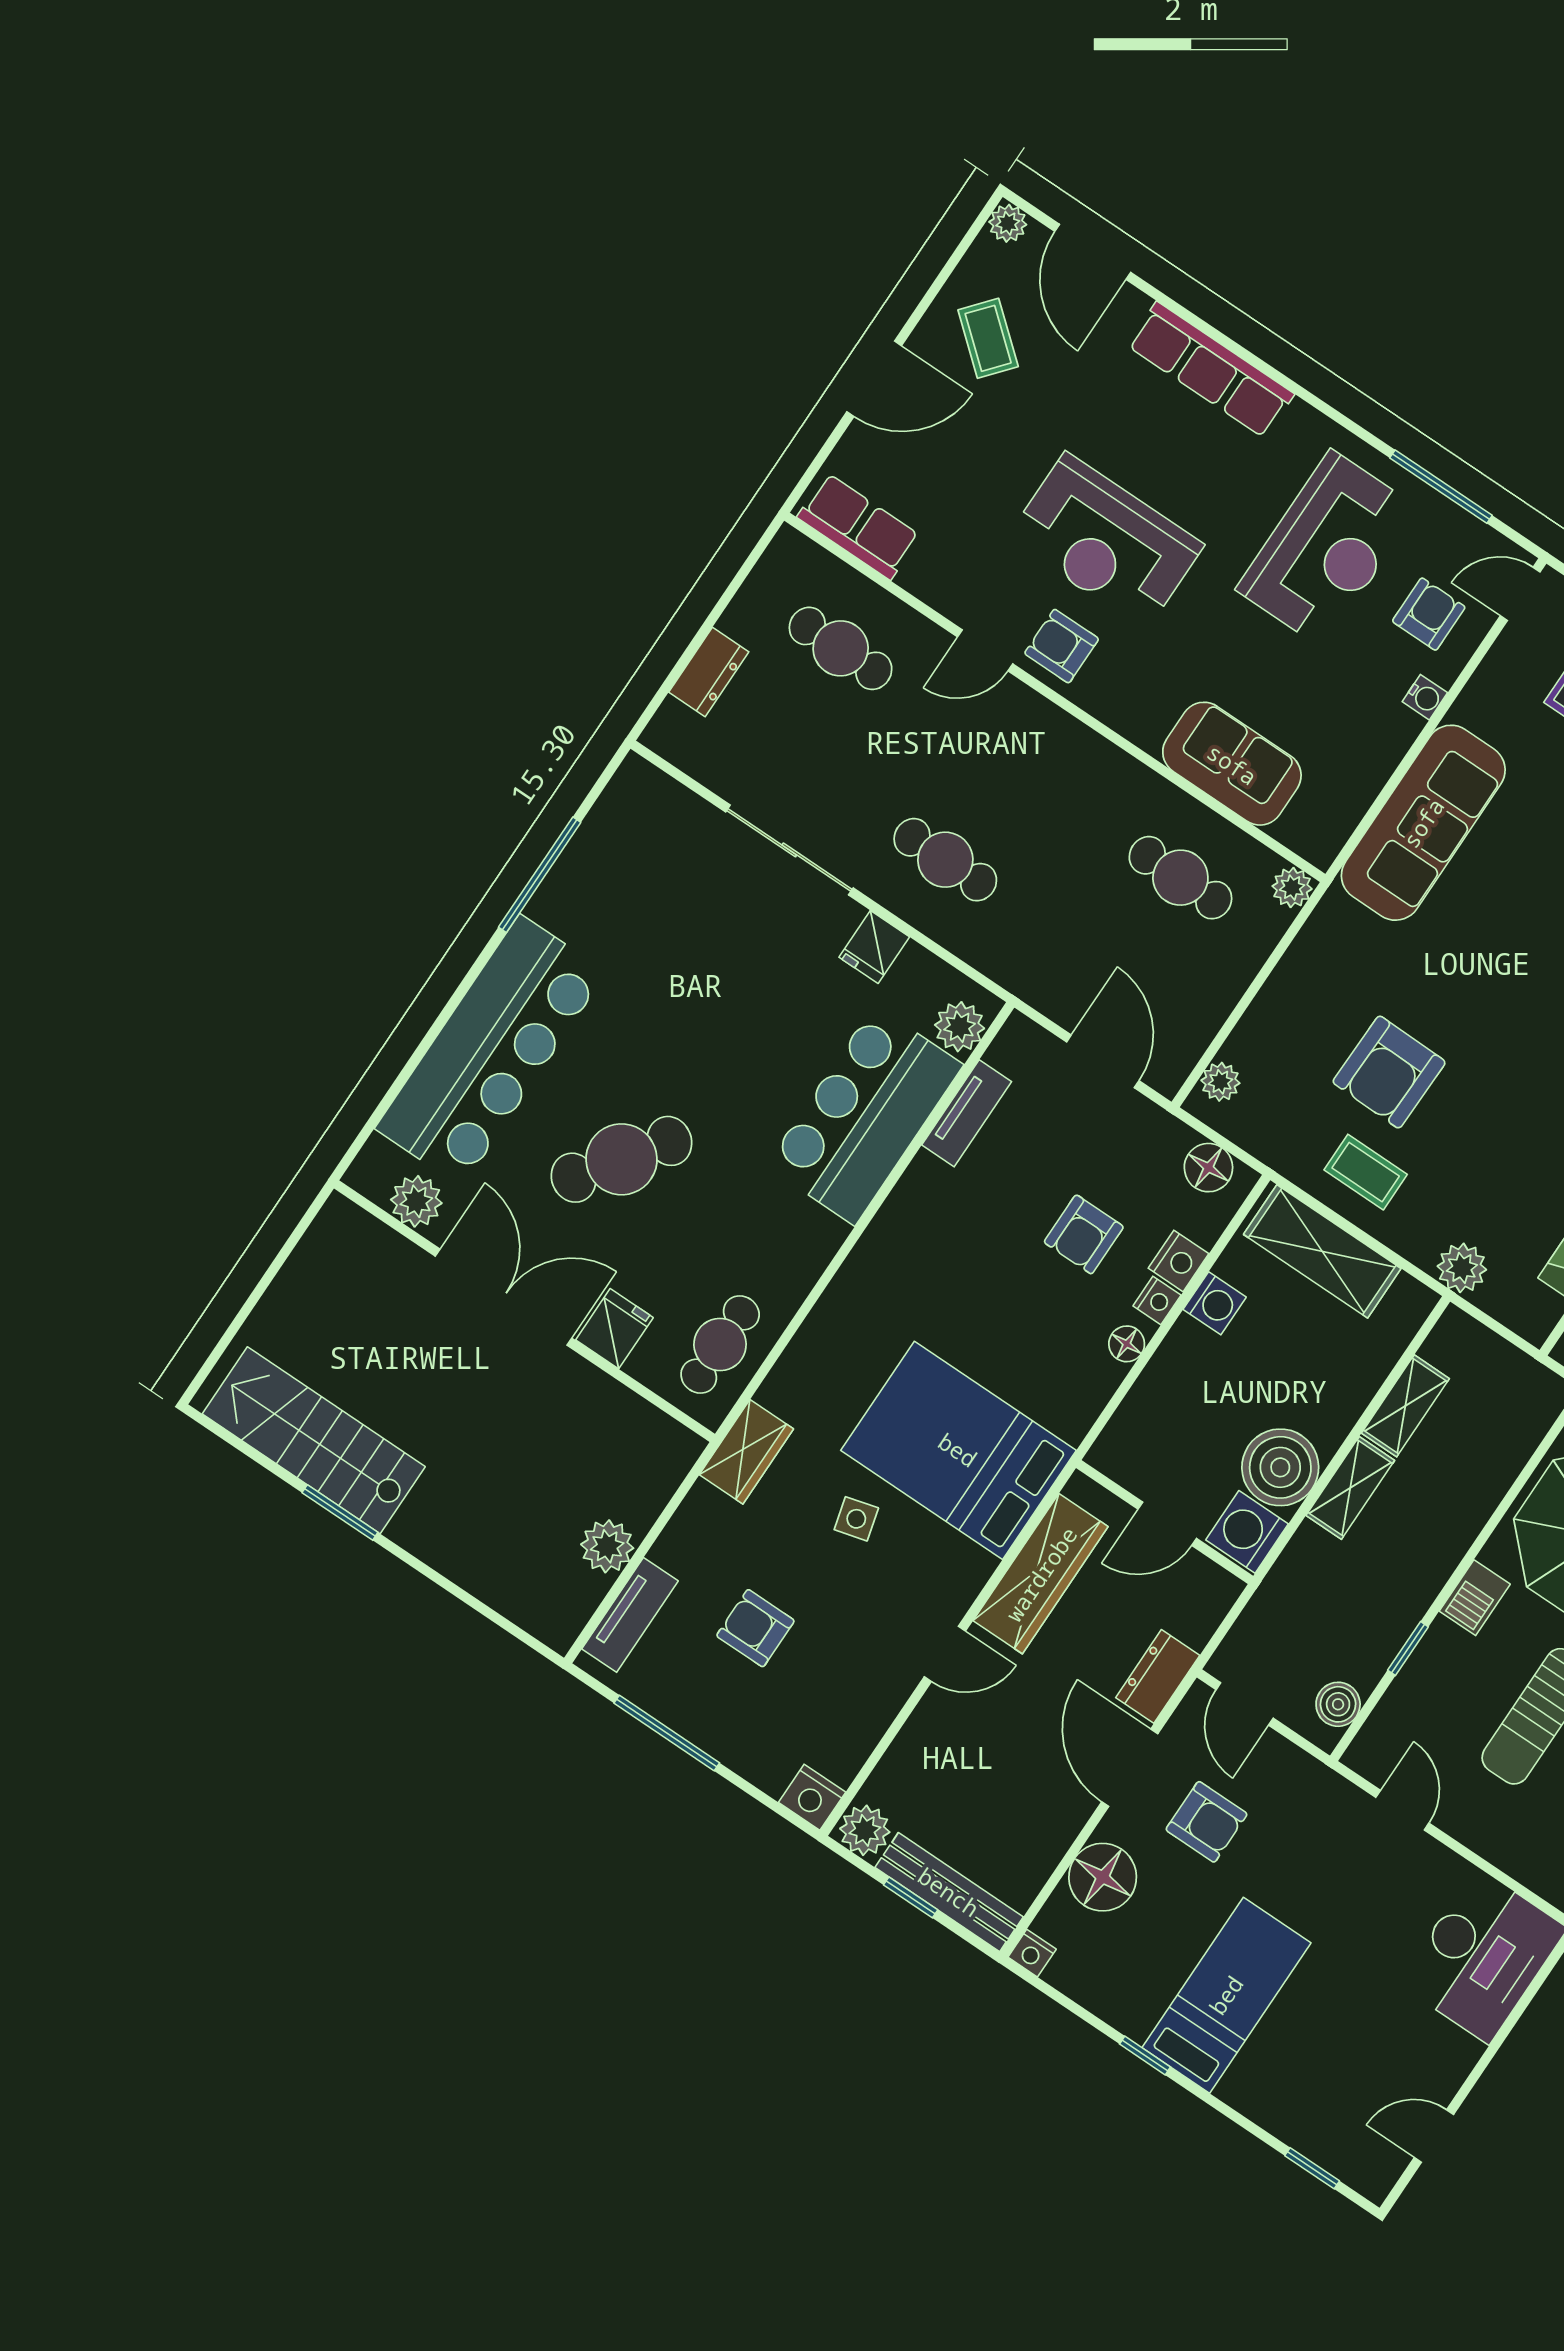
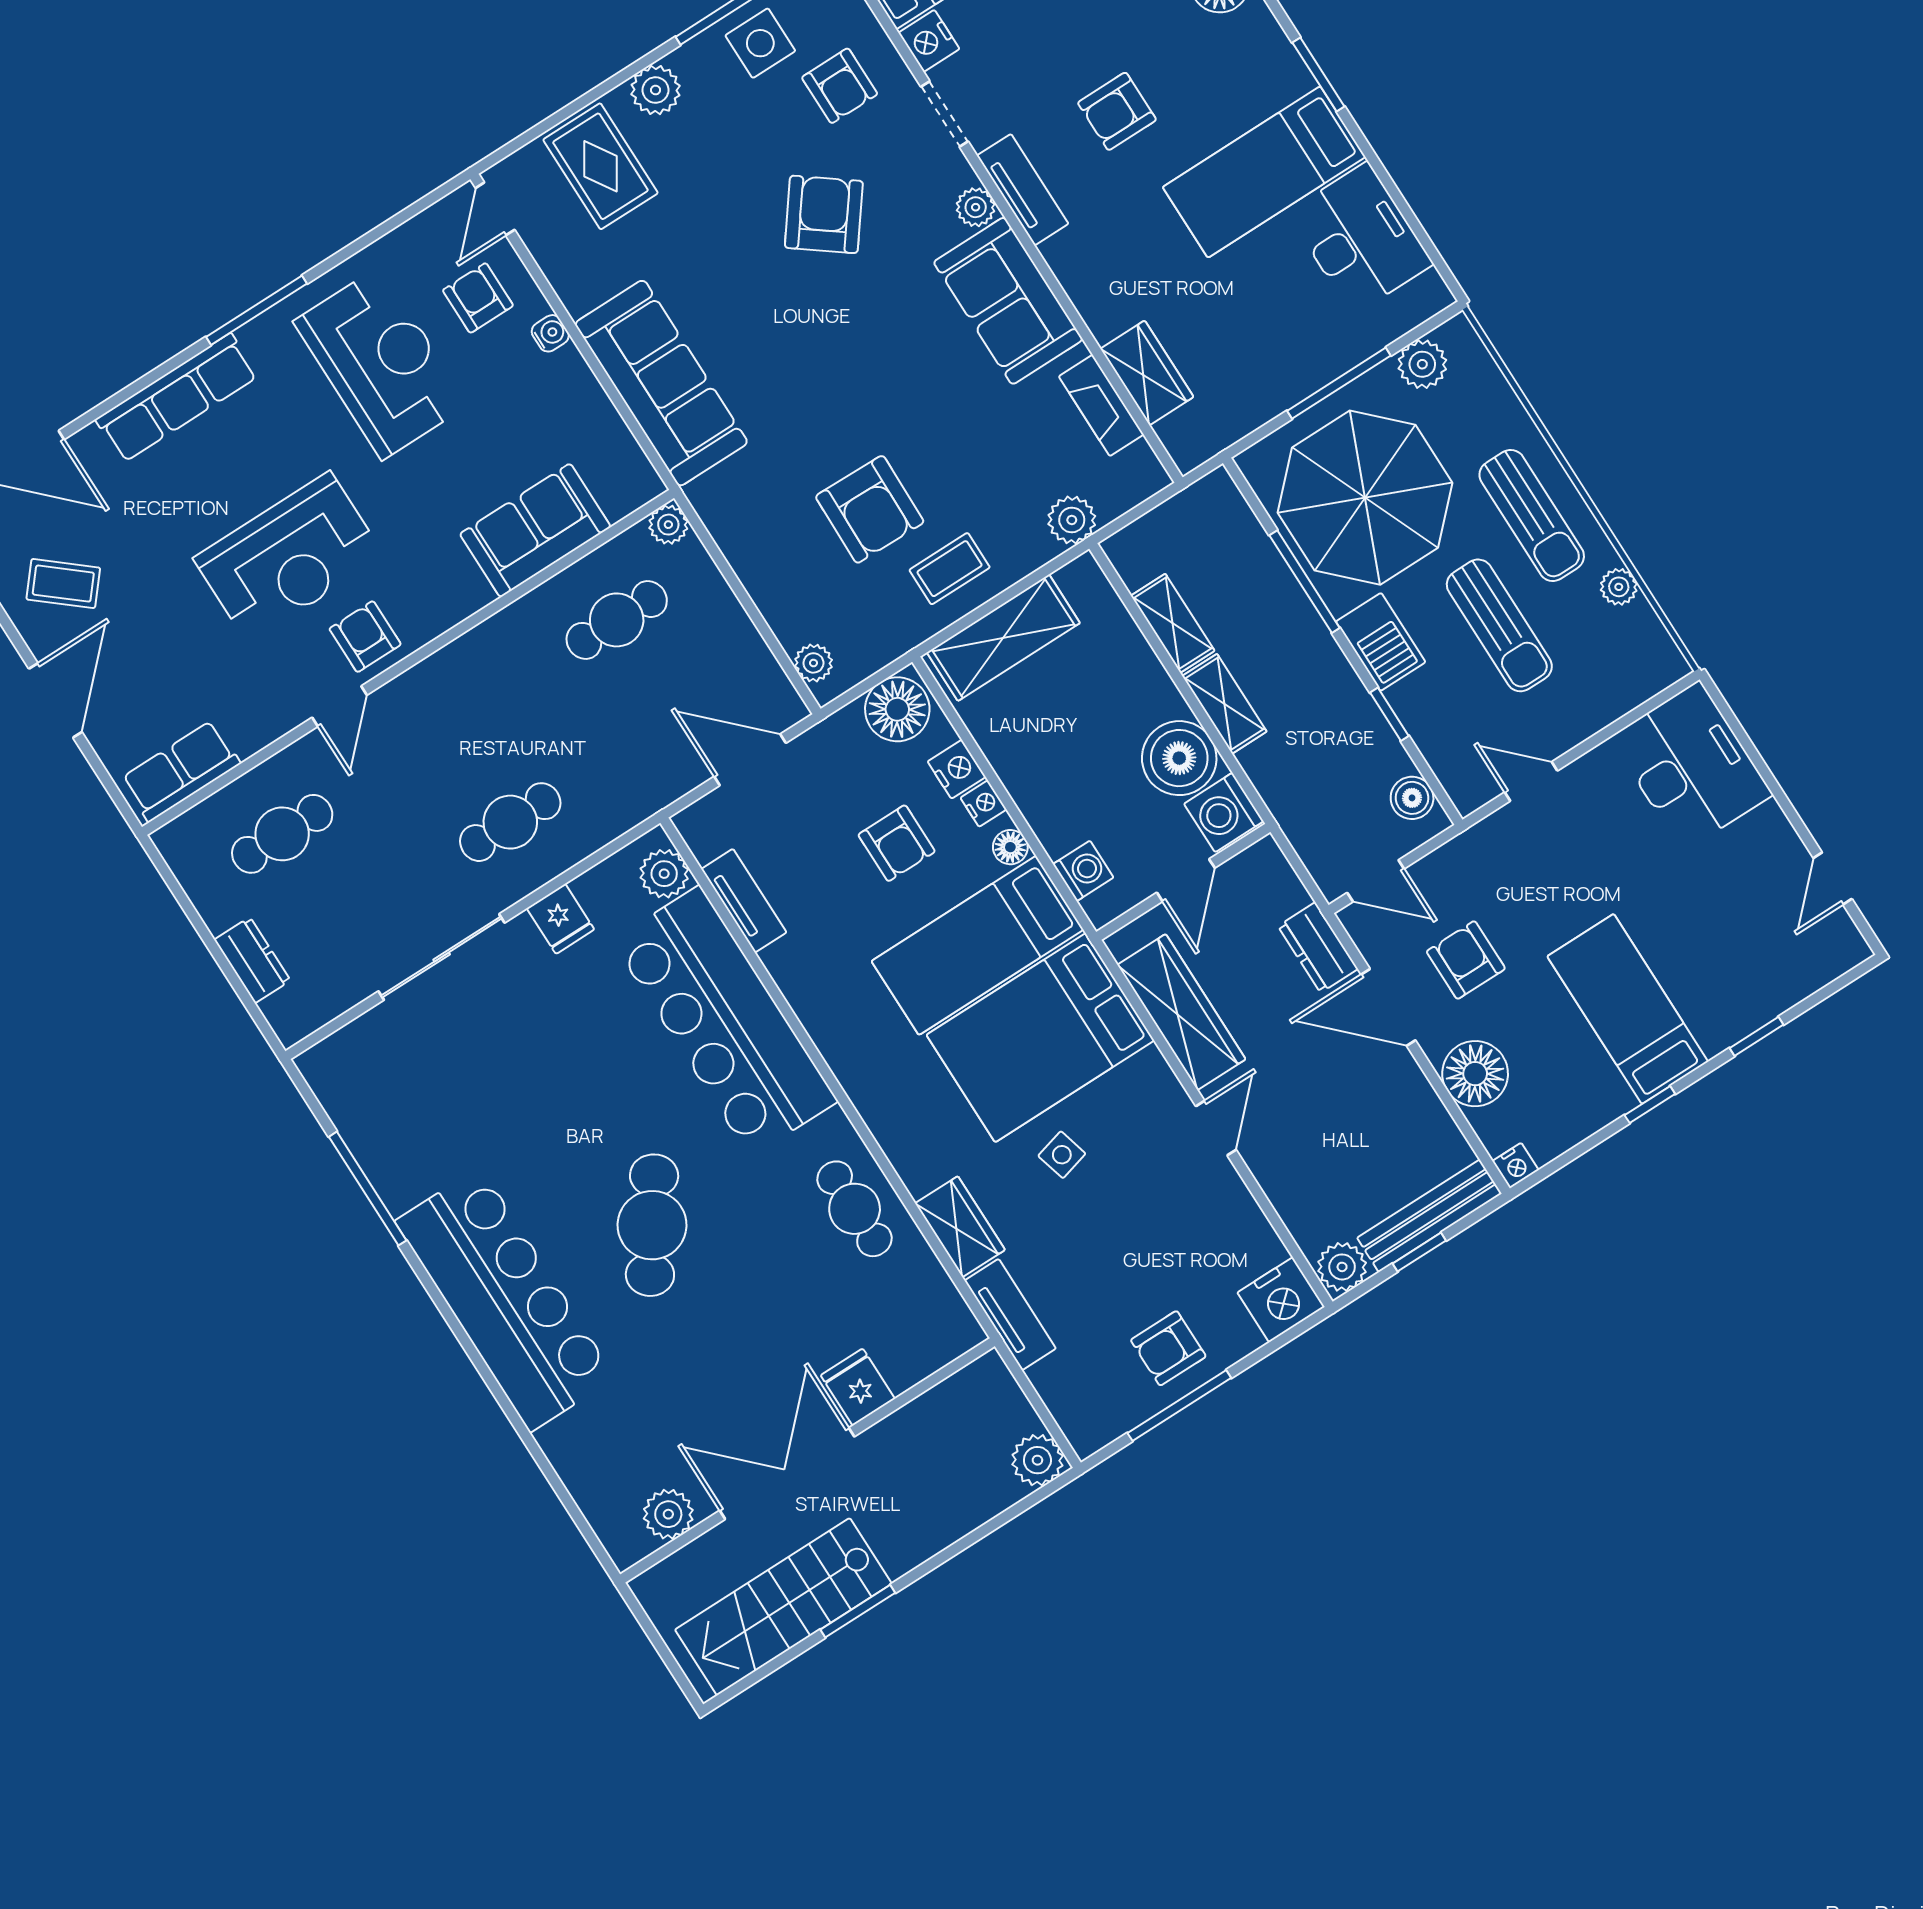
window: (1441, 487) -> (256, 310), moved
armchair: (1062, 646) -> (365, 637), turned 90
bar counter: (865, 1115) -> (725, 1021), width x1.36
floor lamp: (1208, 1168) -> (897, 709), width x1.38, depth x1.38
plant: (416, 1201) -> (668, 1514), moved
double door: (504, 1297) -> (787, 1473), moved
washing machine: (1215, 1303) -> (1083, 871), moved
wall: (524, 1311) -> (808, 1460), moved
fridge: (614, 1329) -> (858, 1387), moved
bed: (1020, 1353) -> (977, 945), added
window: (1499, 1514) -> (1305, 582), added
plant: (607, 1546) -> (1037, 1460), moved
barbecue: (1475, 1598) -> (1381, 642), width x1.38, depth x1.27
tv unit: (630, 1615) -> (1010, 1315), moved
armchair: (755, 1628) -> (1168, 1348), moved
nightstand: (812, 1797) -> (1281, 1300), width x1.36, depth x1.33
armchair: (1207, 1822) -> (1466, 960), turned -90
window: (1312, 2168) -> (1756, 1036), moved

